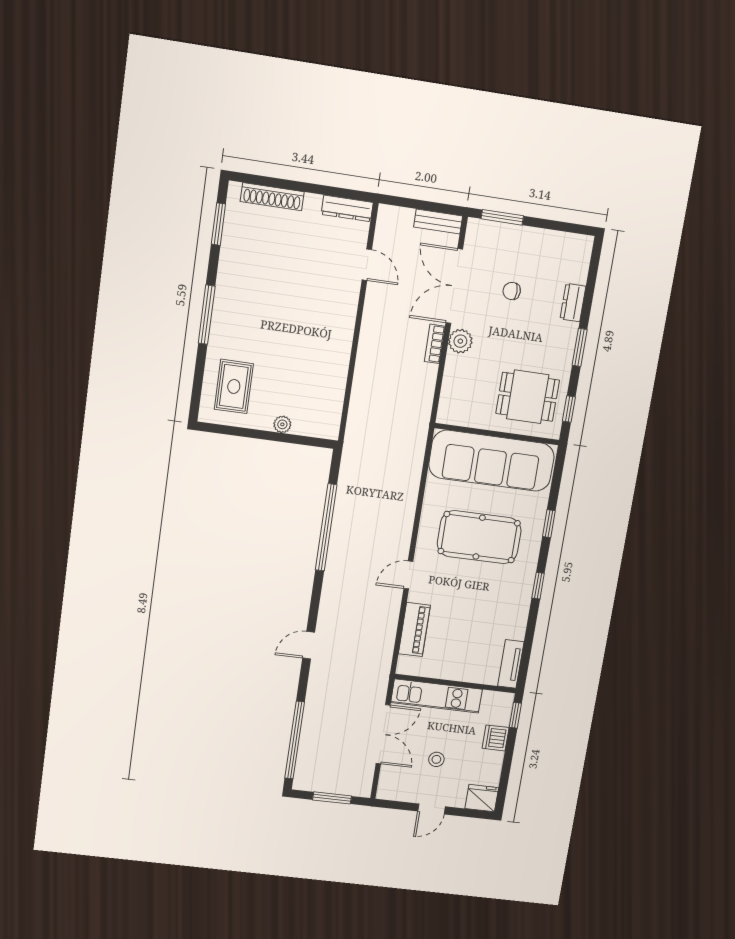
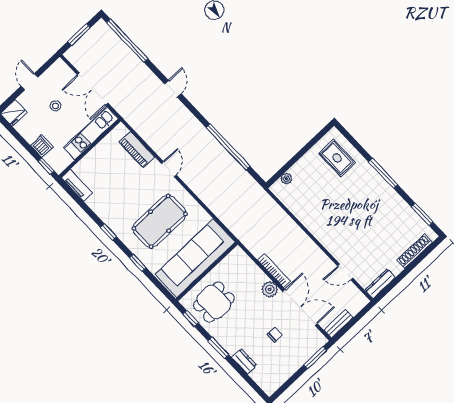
bookcase: (435, 344) -> (274, 270), width x1.56
plant: (282, 424) -> (286, 179), moved

